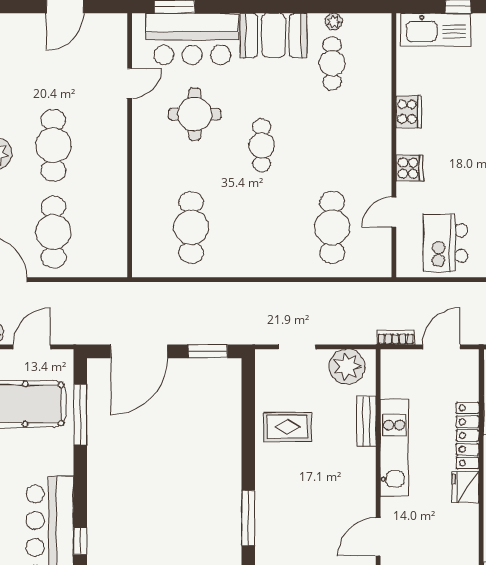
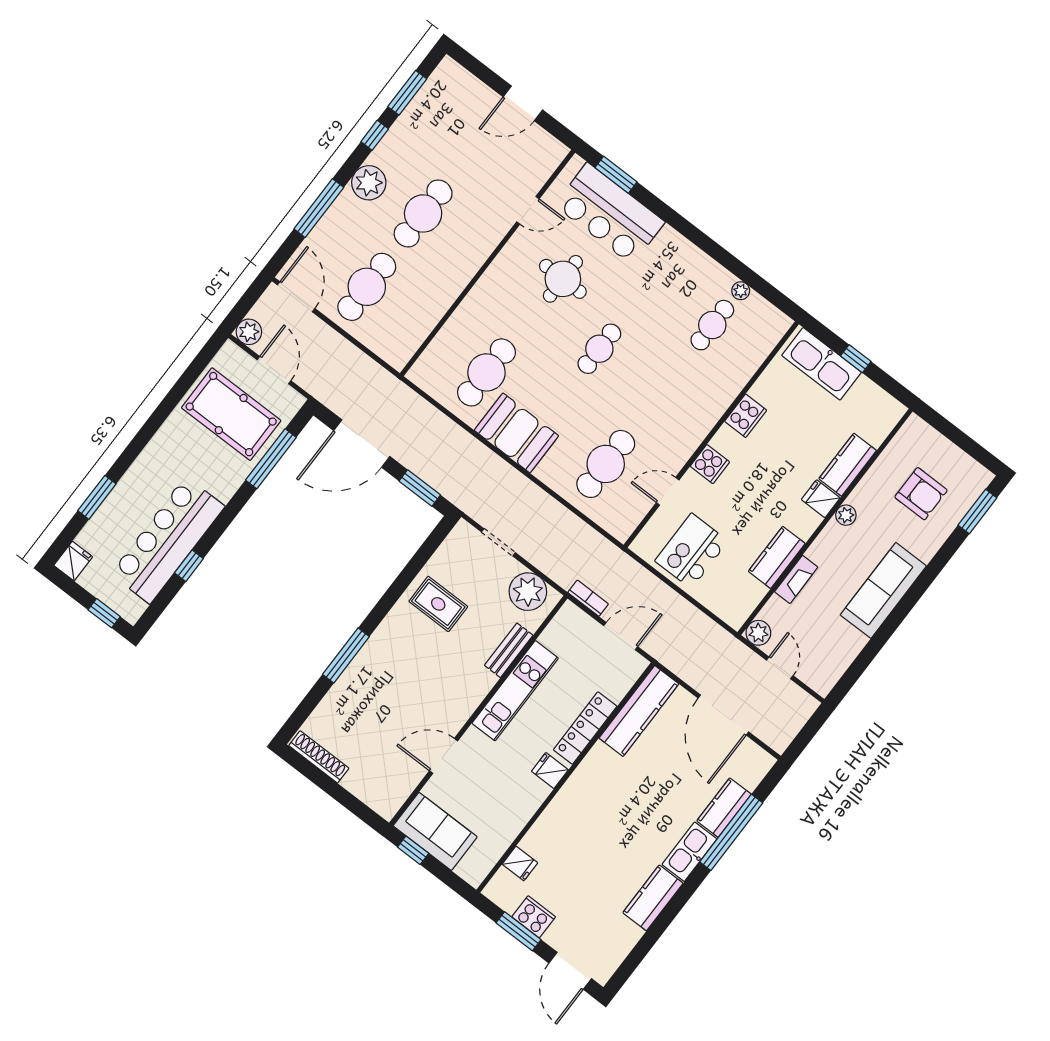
booth: (273, 35) -> (516, 433), moved
door: (32, 347) -> (274, 370), hinge flipped
fridge: (465, 487) -> (550, 771), width x0.72

